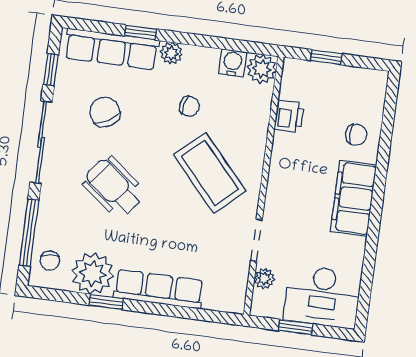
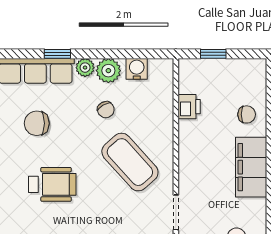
plant: (262, 69) -> (108, 71), moved
chair: (189, 107) -> (106, 110), turned 48
chair: (105, 112) -> (37, 123), turned -59
wheelchair: (114, 187) -> (52, 184), turned 142

